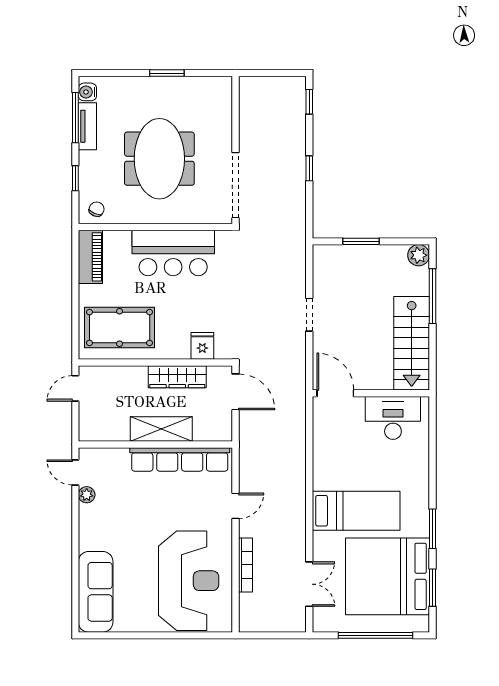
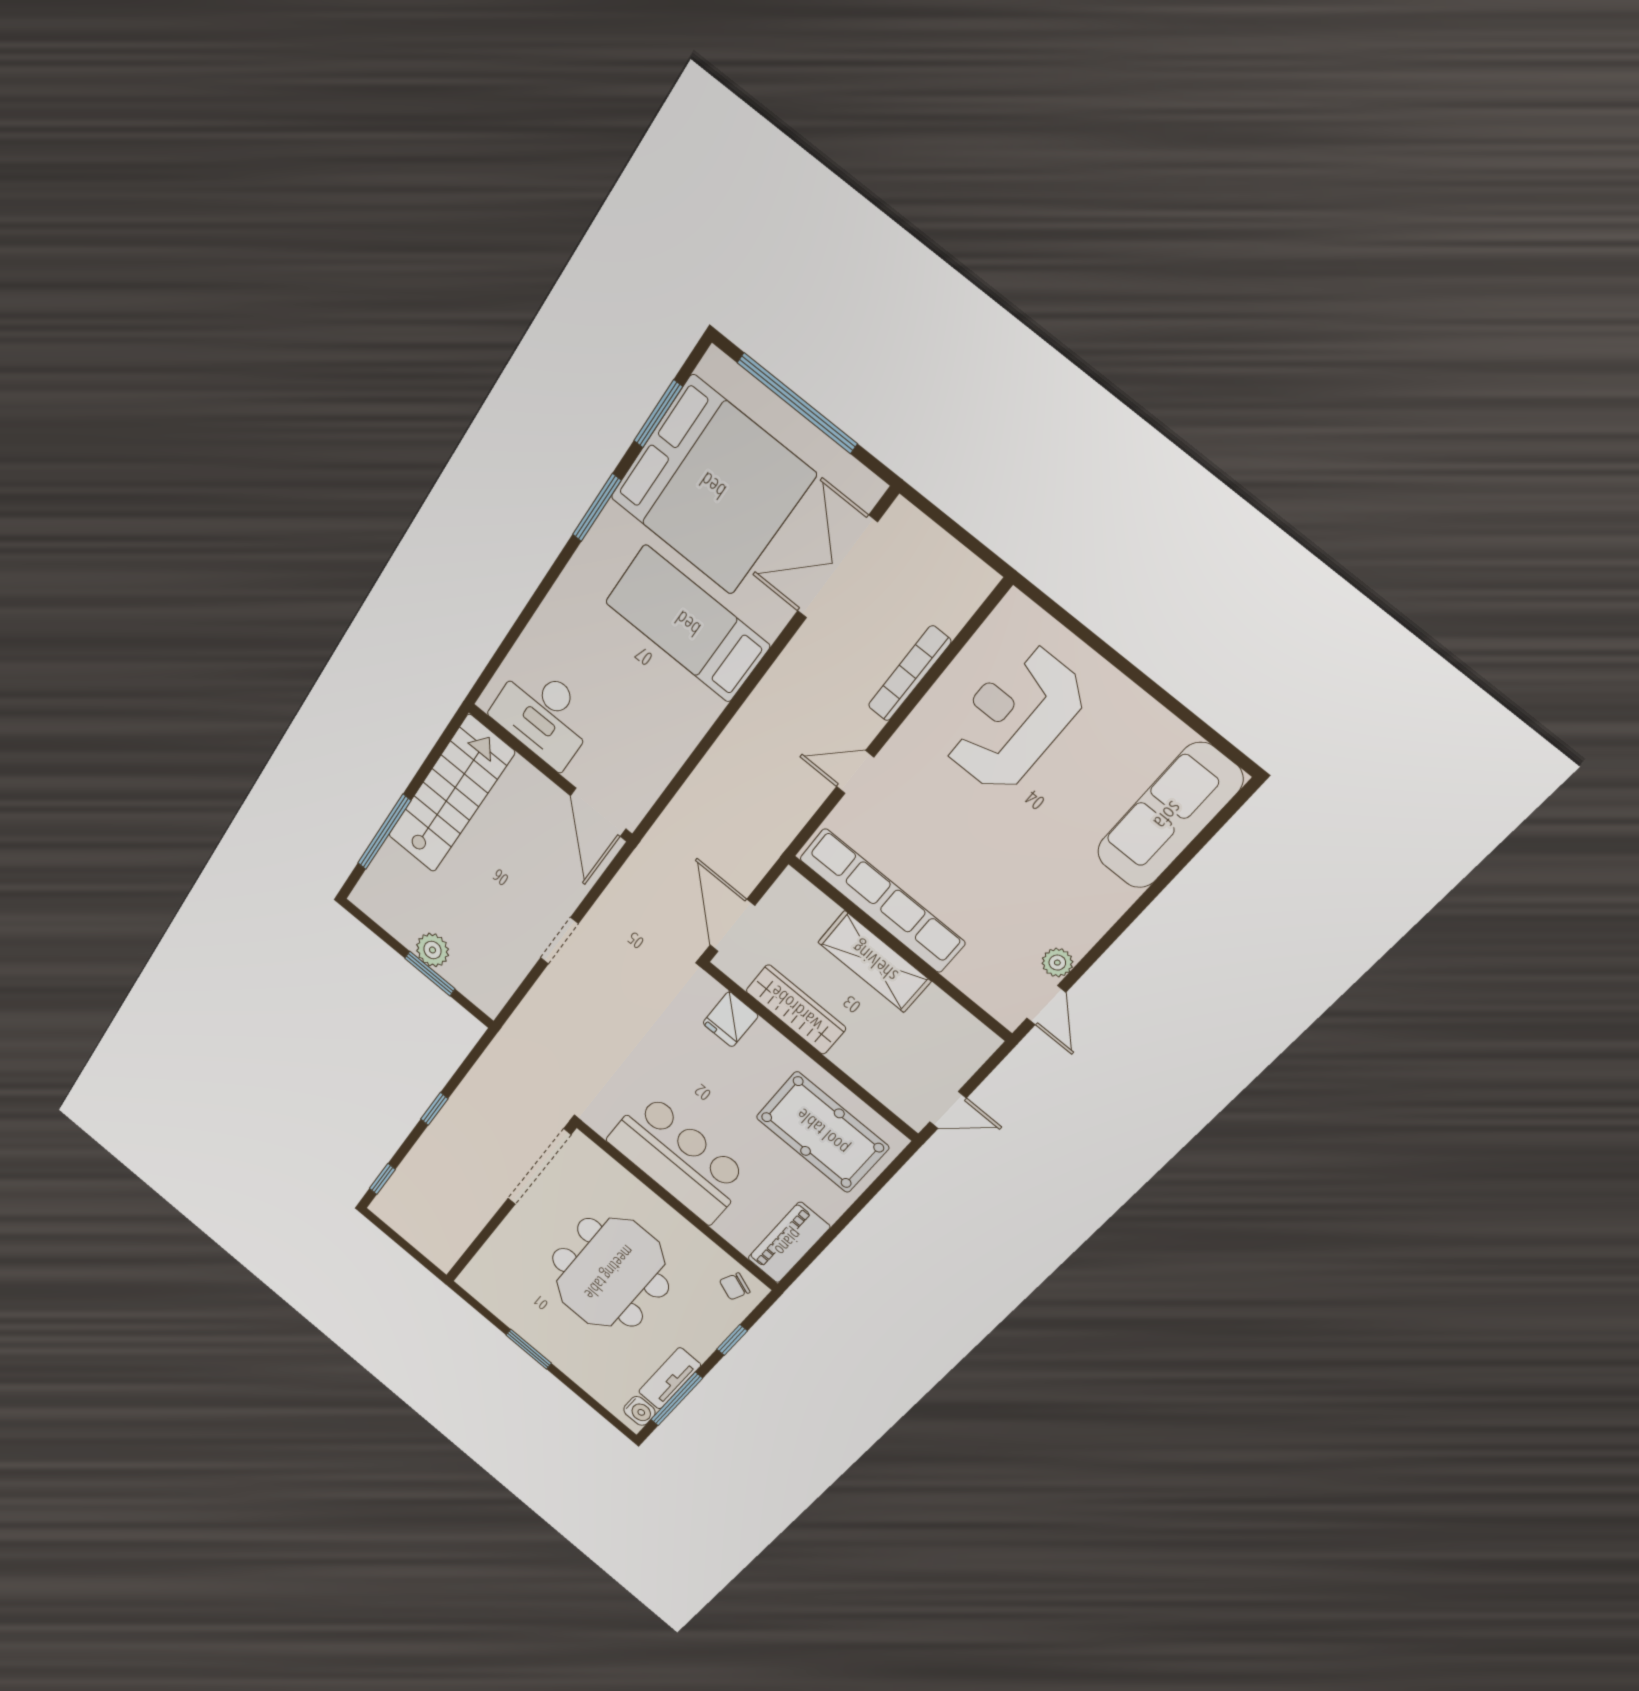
plant: (419, 255) -> (432, 950), moved
reception desk: (189, 581) -> (1014, 719), width x0.74, depth x0.77
double door: (309, 584) -> (837, 567), width x1.37

